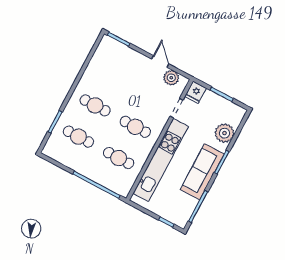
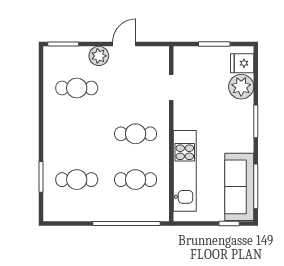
door: (160, 61) -> (124, 44), hinge flipped
plant: (171, 78) -> (99, 56), moved
fridge: (196, 92) -> (242, 63), moved, turned 90
cafe table: (95, 105) -> (77, 88), moved
kitchen unit: (161, 160) -> (185, 171), width x0.73
sofa: (202, 172) -> (239, 187), moved

